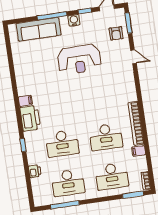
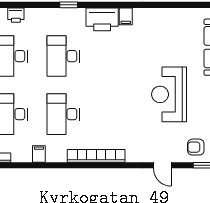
door: (133, 57) -> (162, 165), hinge flipped
bookcase: (136, 123) -> (96, 156), moved
printer: (35, 171) -> (16, 15), moved

